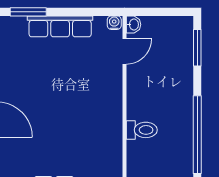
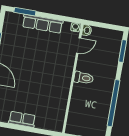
toilet: (142, 130) -> (84, 78), moved

